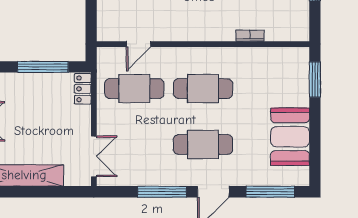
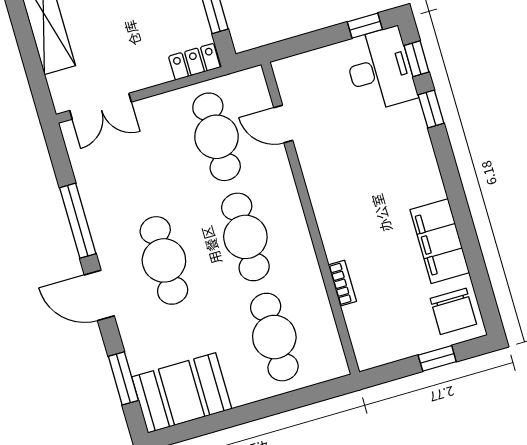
window: (315, 79) -> (306, 396), removed
cafe table: (272, 89) -> (274, 337), added
booth: (290, 137) -> (182, 393), moved
window: (270, 192) -> (123, 378), width x0.69

